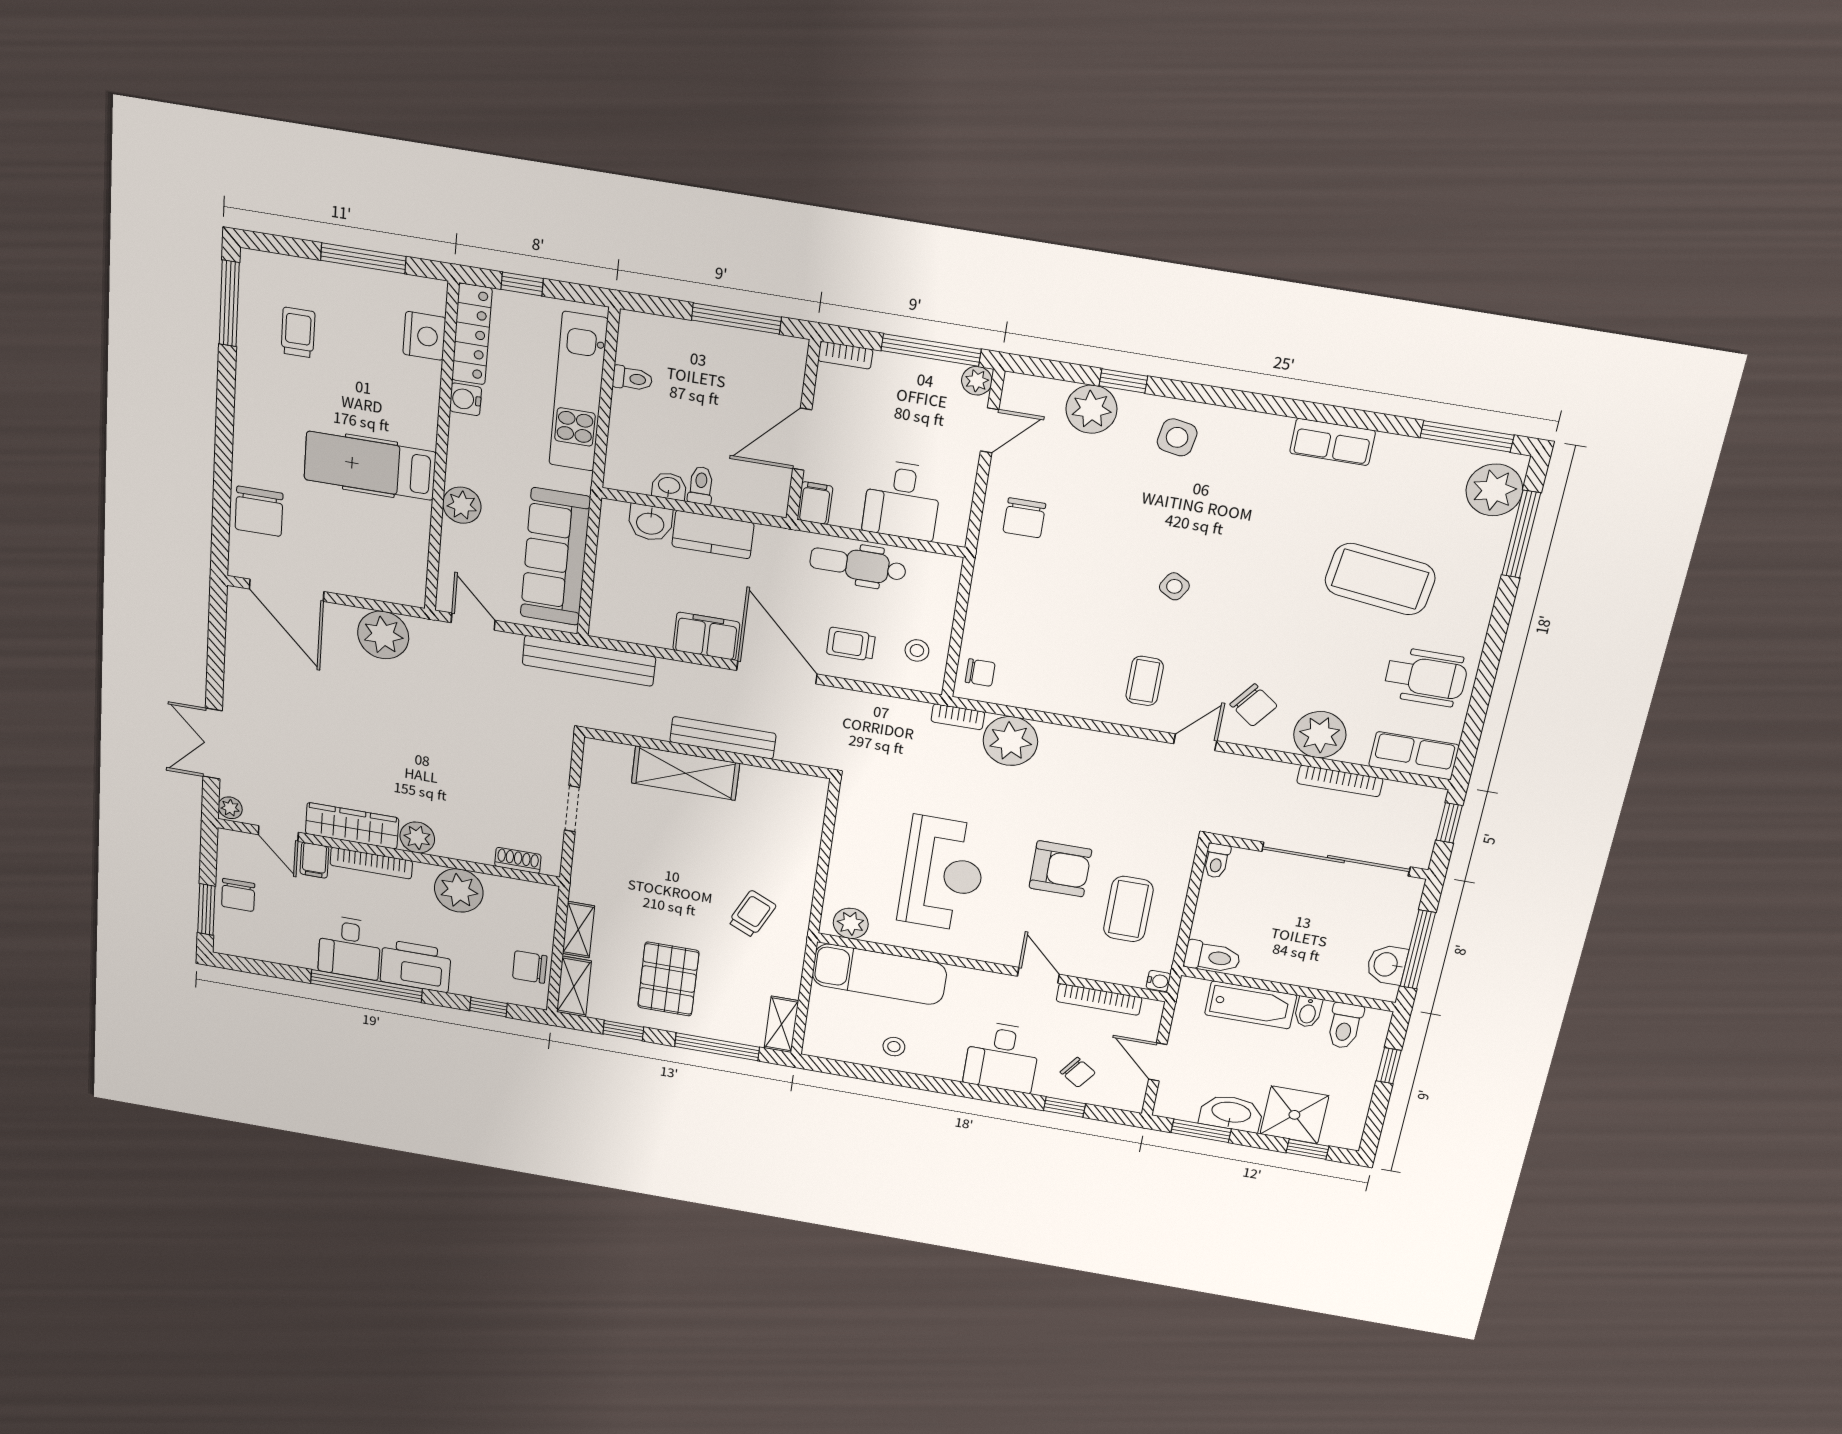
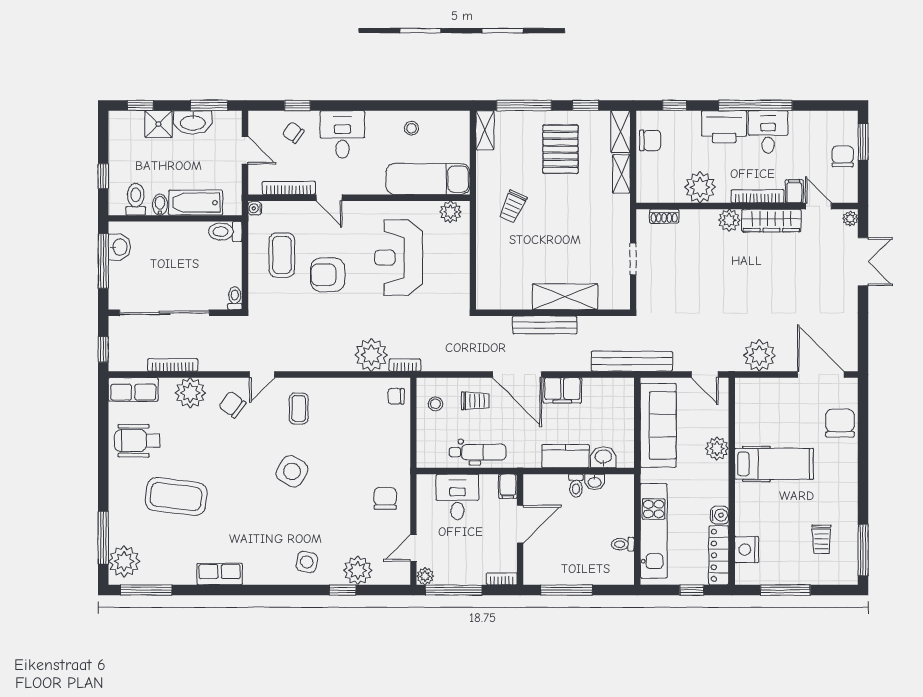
side table: (1174, 586) -> (292, 471), width x1.87, depth x1.87
shower: (1294, 1115) -> (158, 124), width x0.73, depth x0.73

